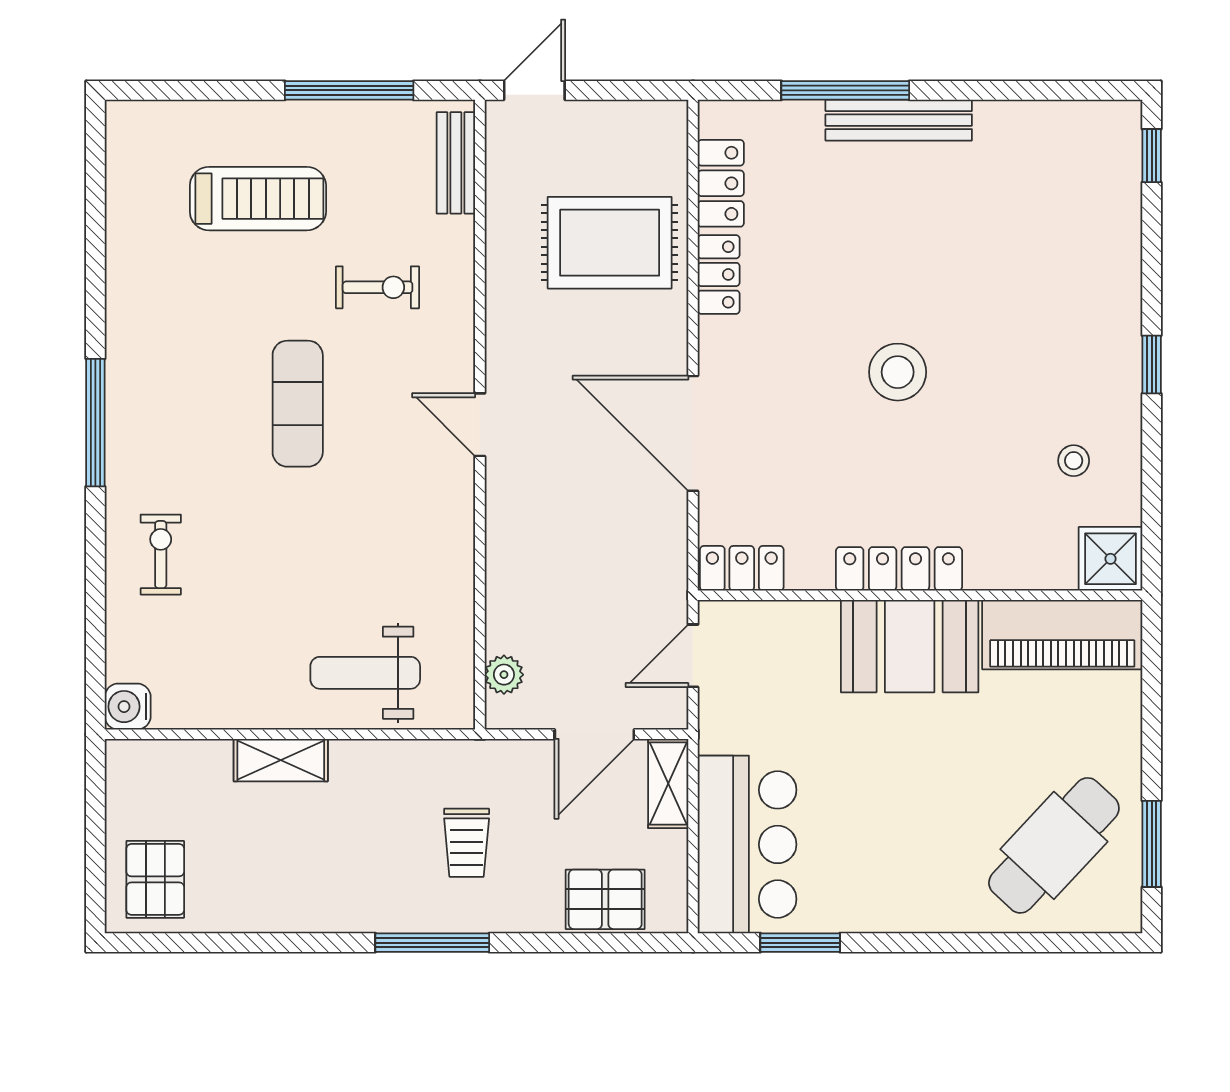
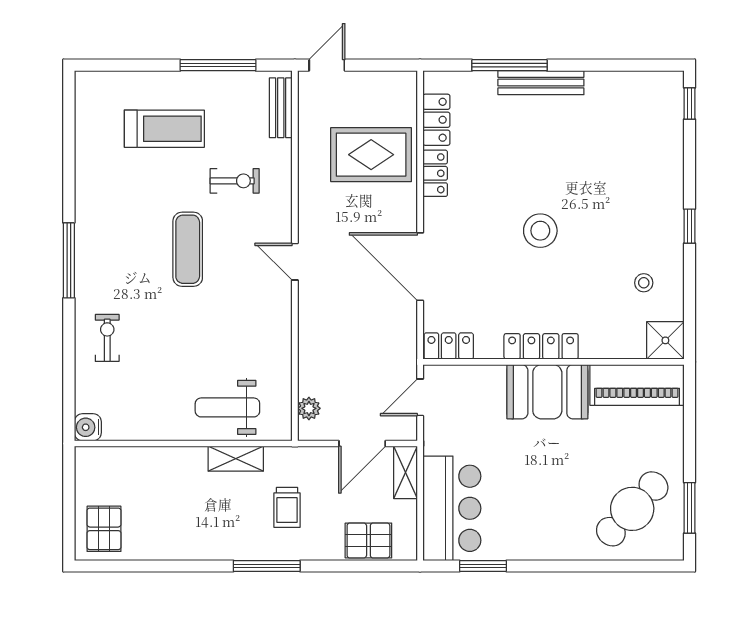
shelving: (281, 760) -> (236, 459), moved

